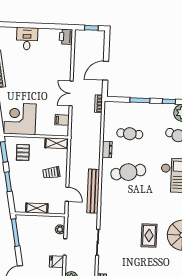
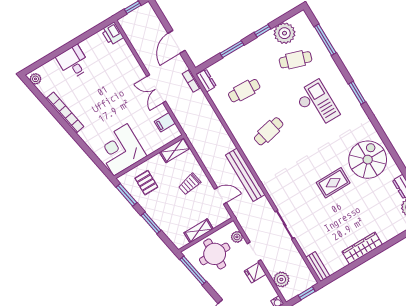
dresser: (107, 149) -> (206, 80), moved
cafe table: (128, 172) -> (269, 131), width x0.73, depth x0.74
round table: (37, 231) -> (215, 254), added
rug: (149, 235) -> (333, 183), turned 90

